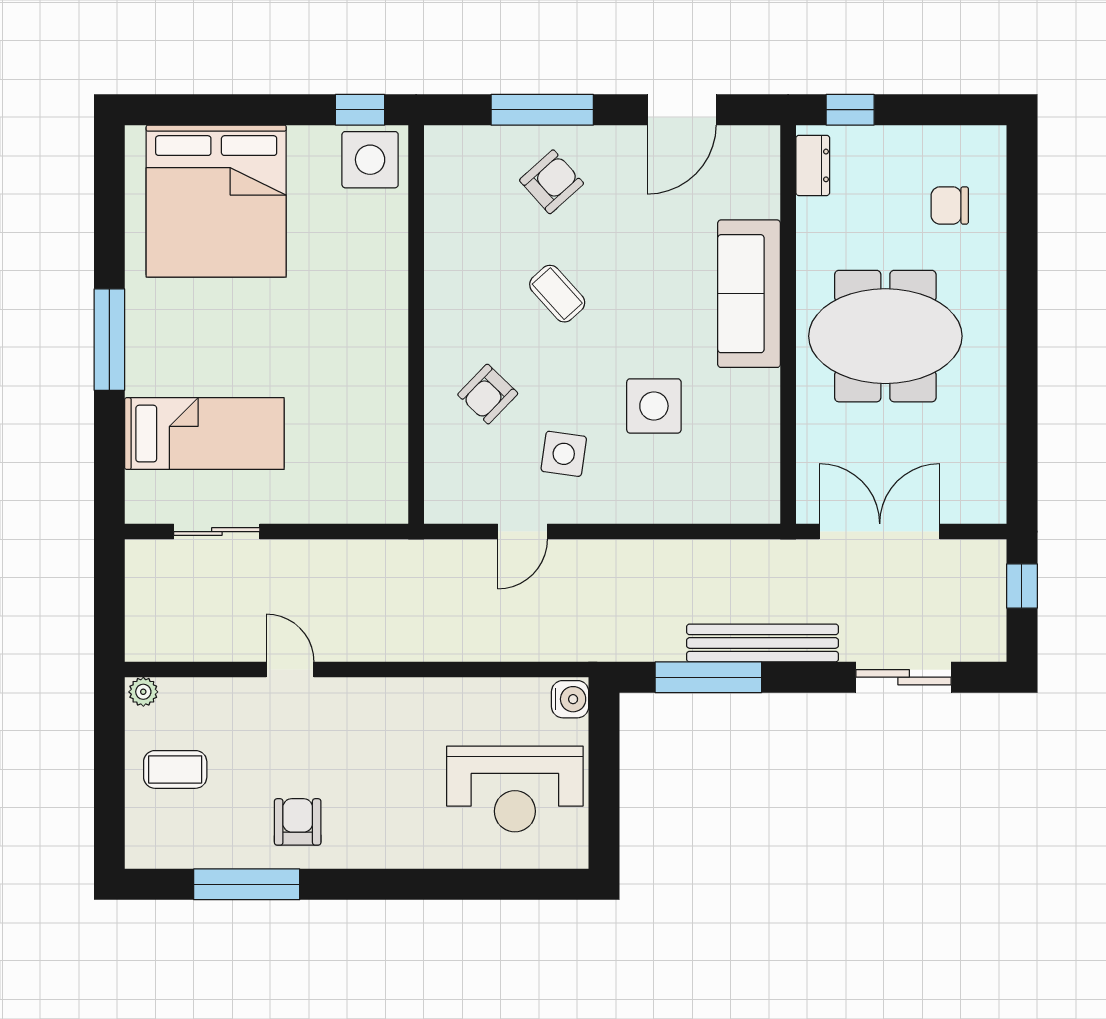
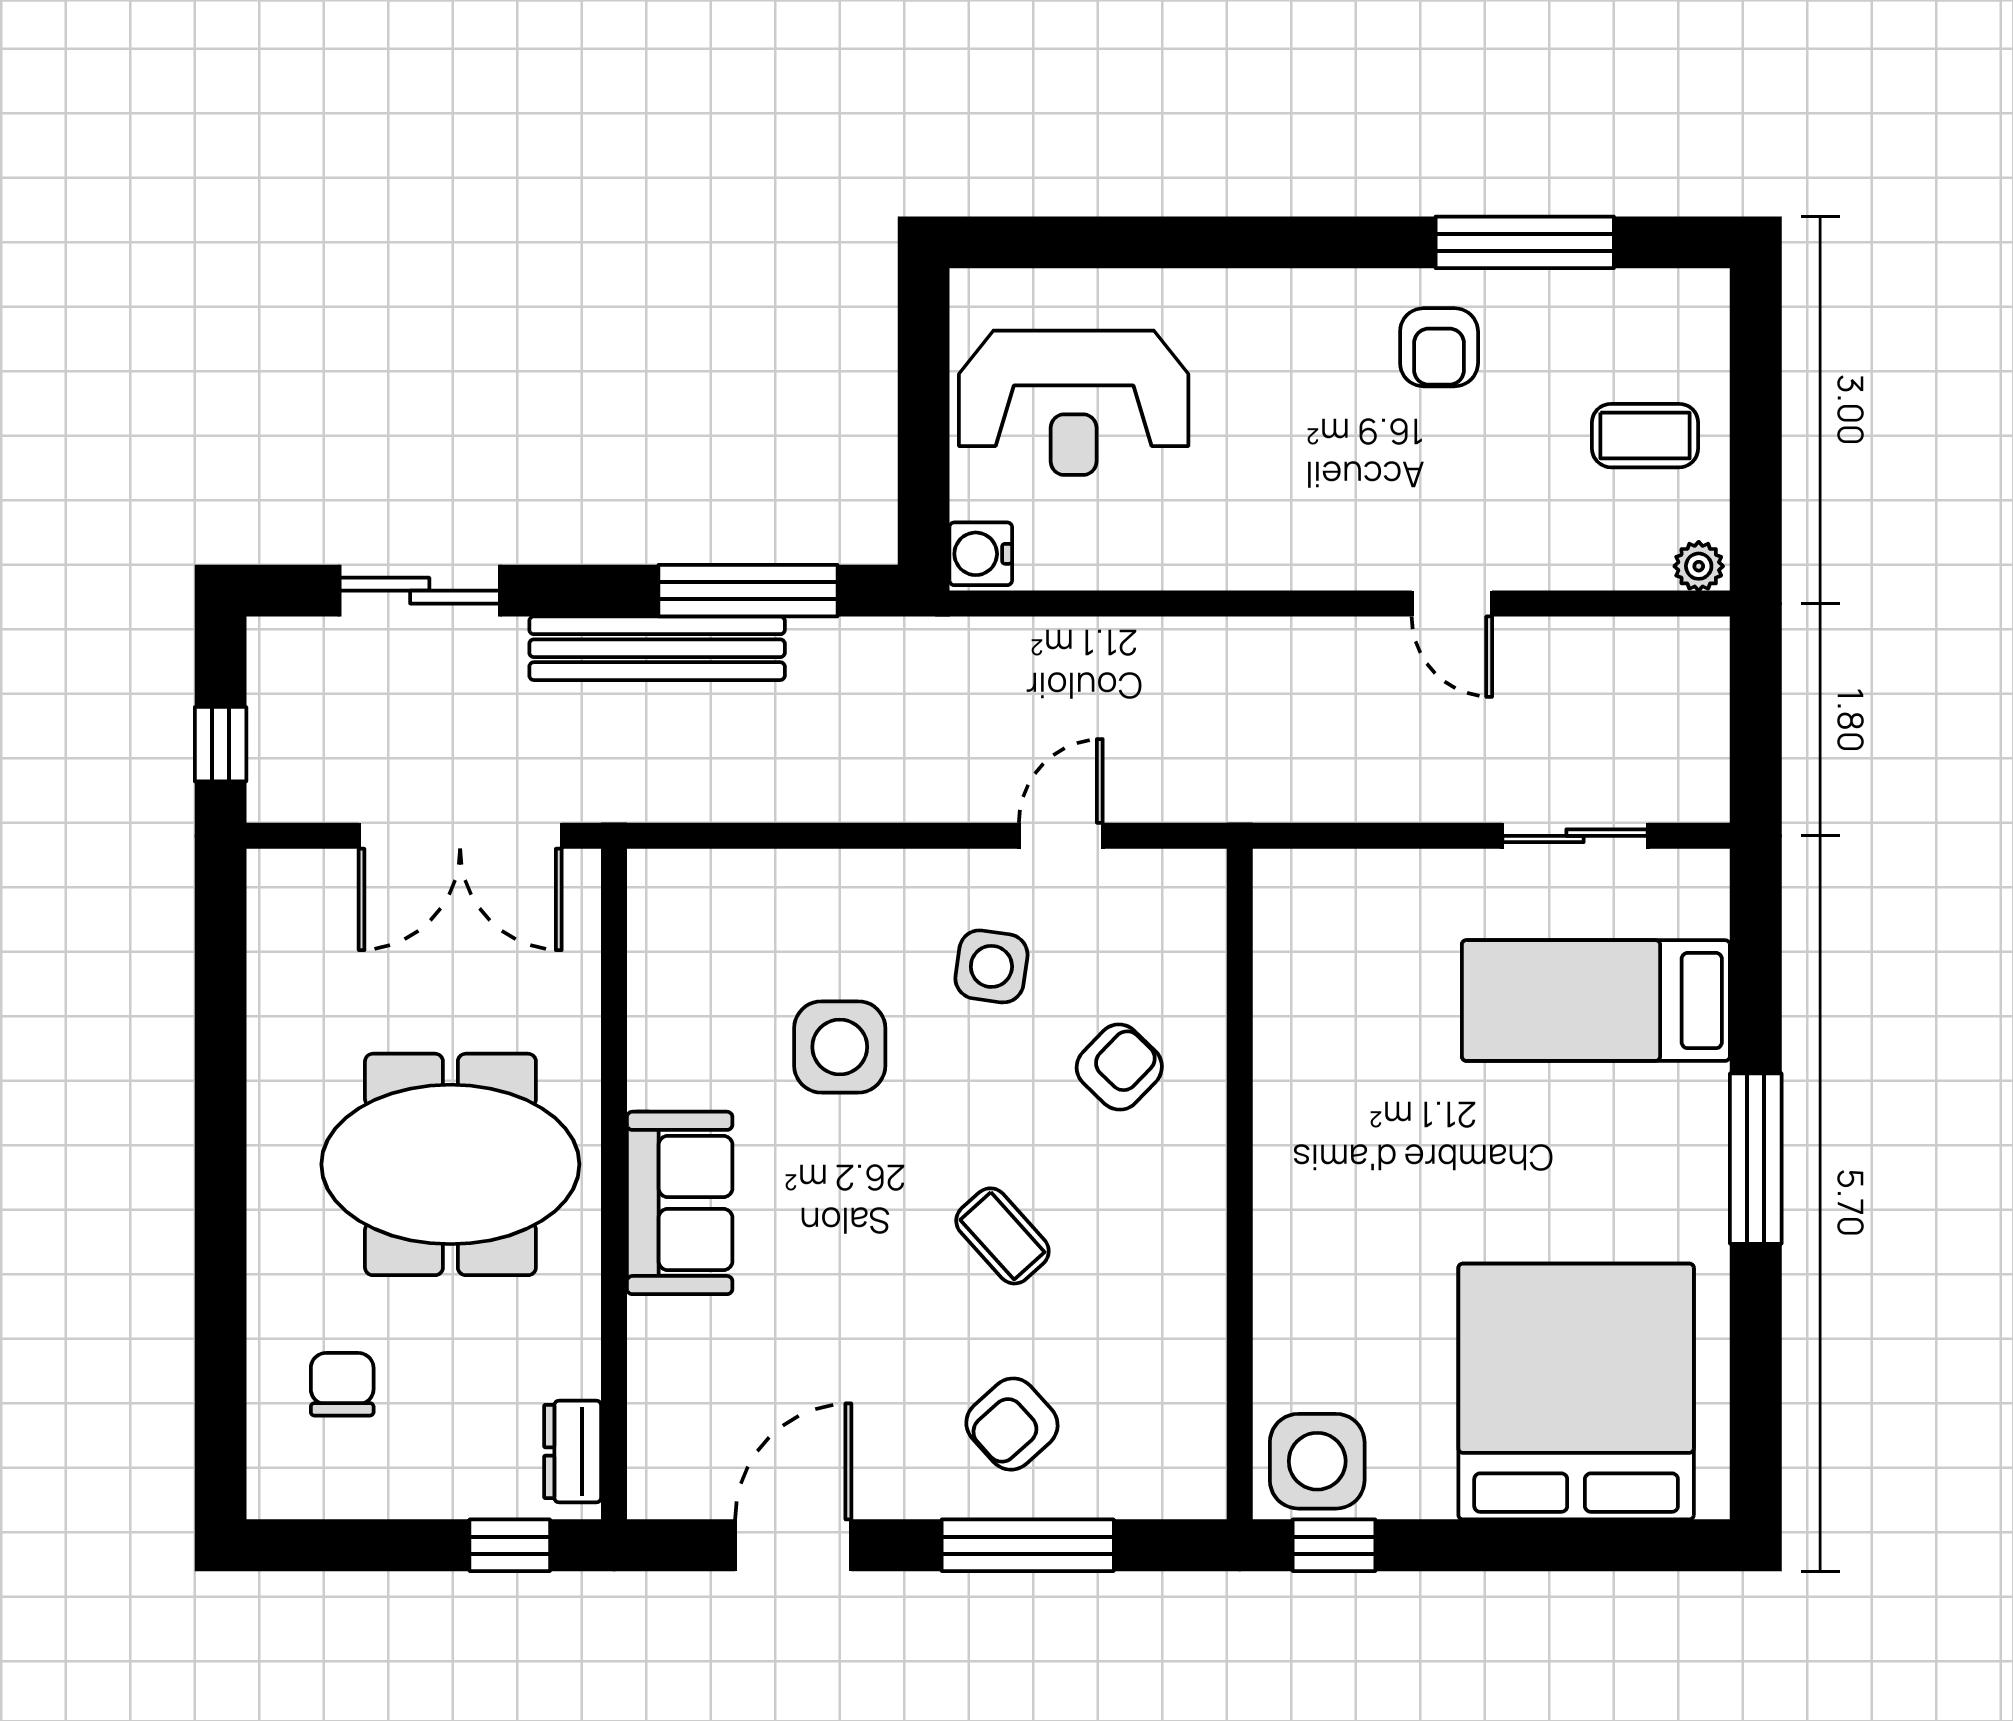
chair: (950, 205) -> (342, 1384), turned -90
sofa: (749, 294) -> (680, 1203), width x0.73
reception desk: (515, 789) -> (1074, 403), turned 180

